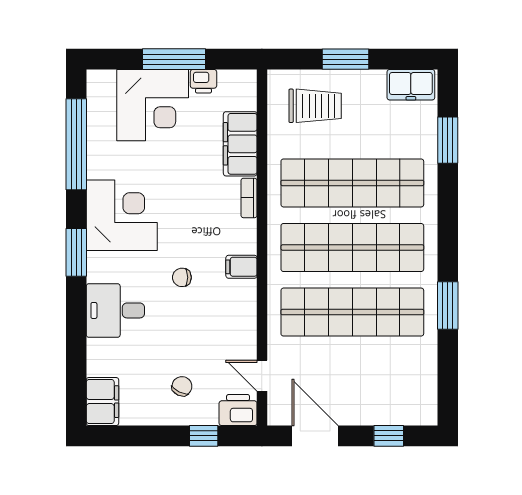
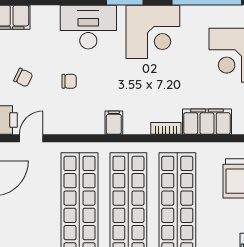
chair: (182, 277) -> (69, 81), moved, turned 90
desk: (115, 310) -> (88, 27), width x1.37

